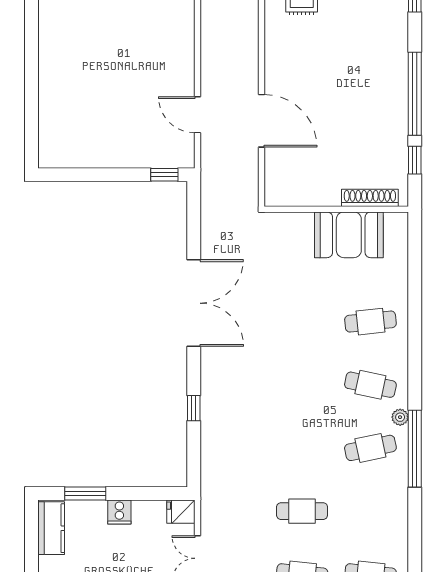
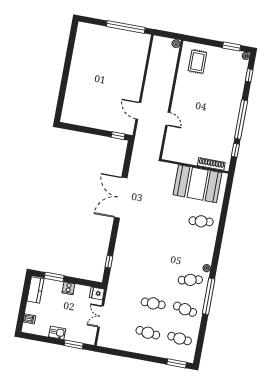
door: (262, 121) -> (168, 119), width x0.53
booth: (349, 235) -> (198, 184), width x1.36, depth x1.42
double door: (194, 303) -> (121, 198), swing flipped
cafe table: (370, 385) -> (185, 309), moved
window: (194, 408) -> (109, 262), moved
window: (415, 449) -> (209, 296), moved

